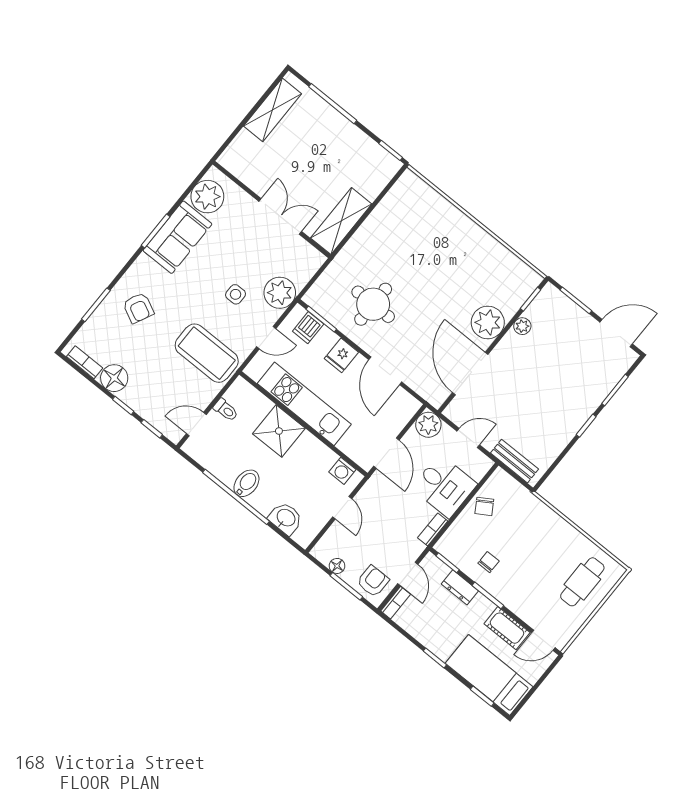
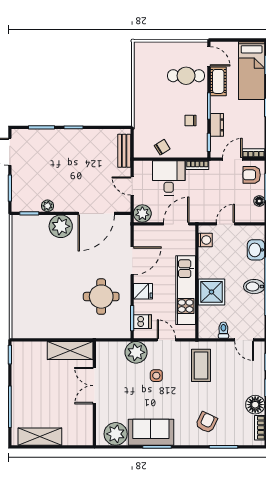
coffee table: (207, 353) -> (201, 365), width x0.73, depth x0.76
cafe table: (582, 582) -> (186, 76), moved

